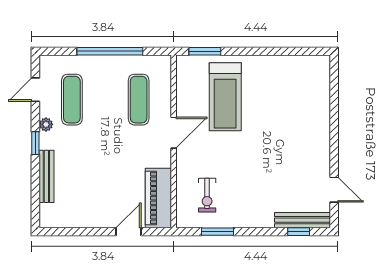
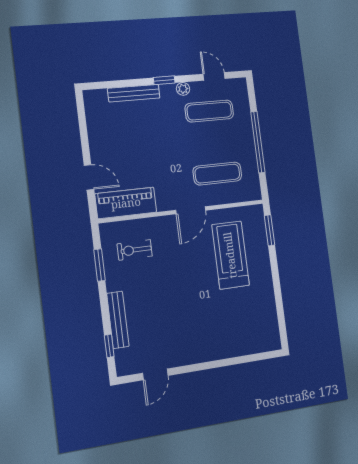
treadmill: (225, 97) -> (230, 255), turned 90
door: (174, 133) -> (191, 210), hinge flipped
bench: (303, 220) -> (118, 320), moved

